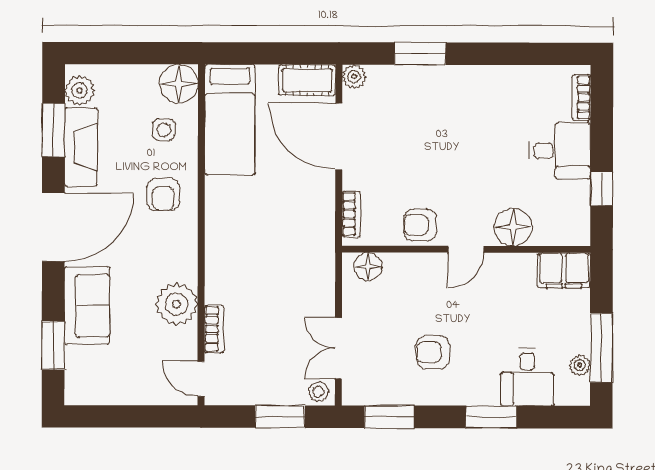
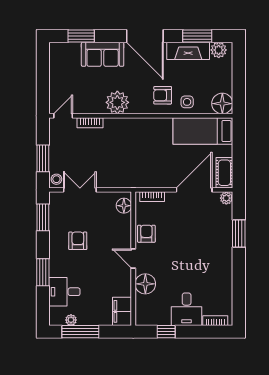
side table: (164, 130) -> (187, 102), moved
plant: (177, 304) -> (117, 102), moved

